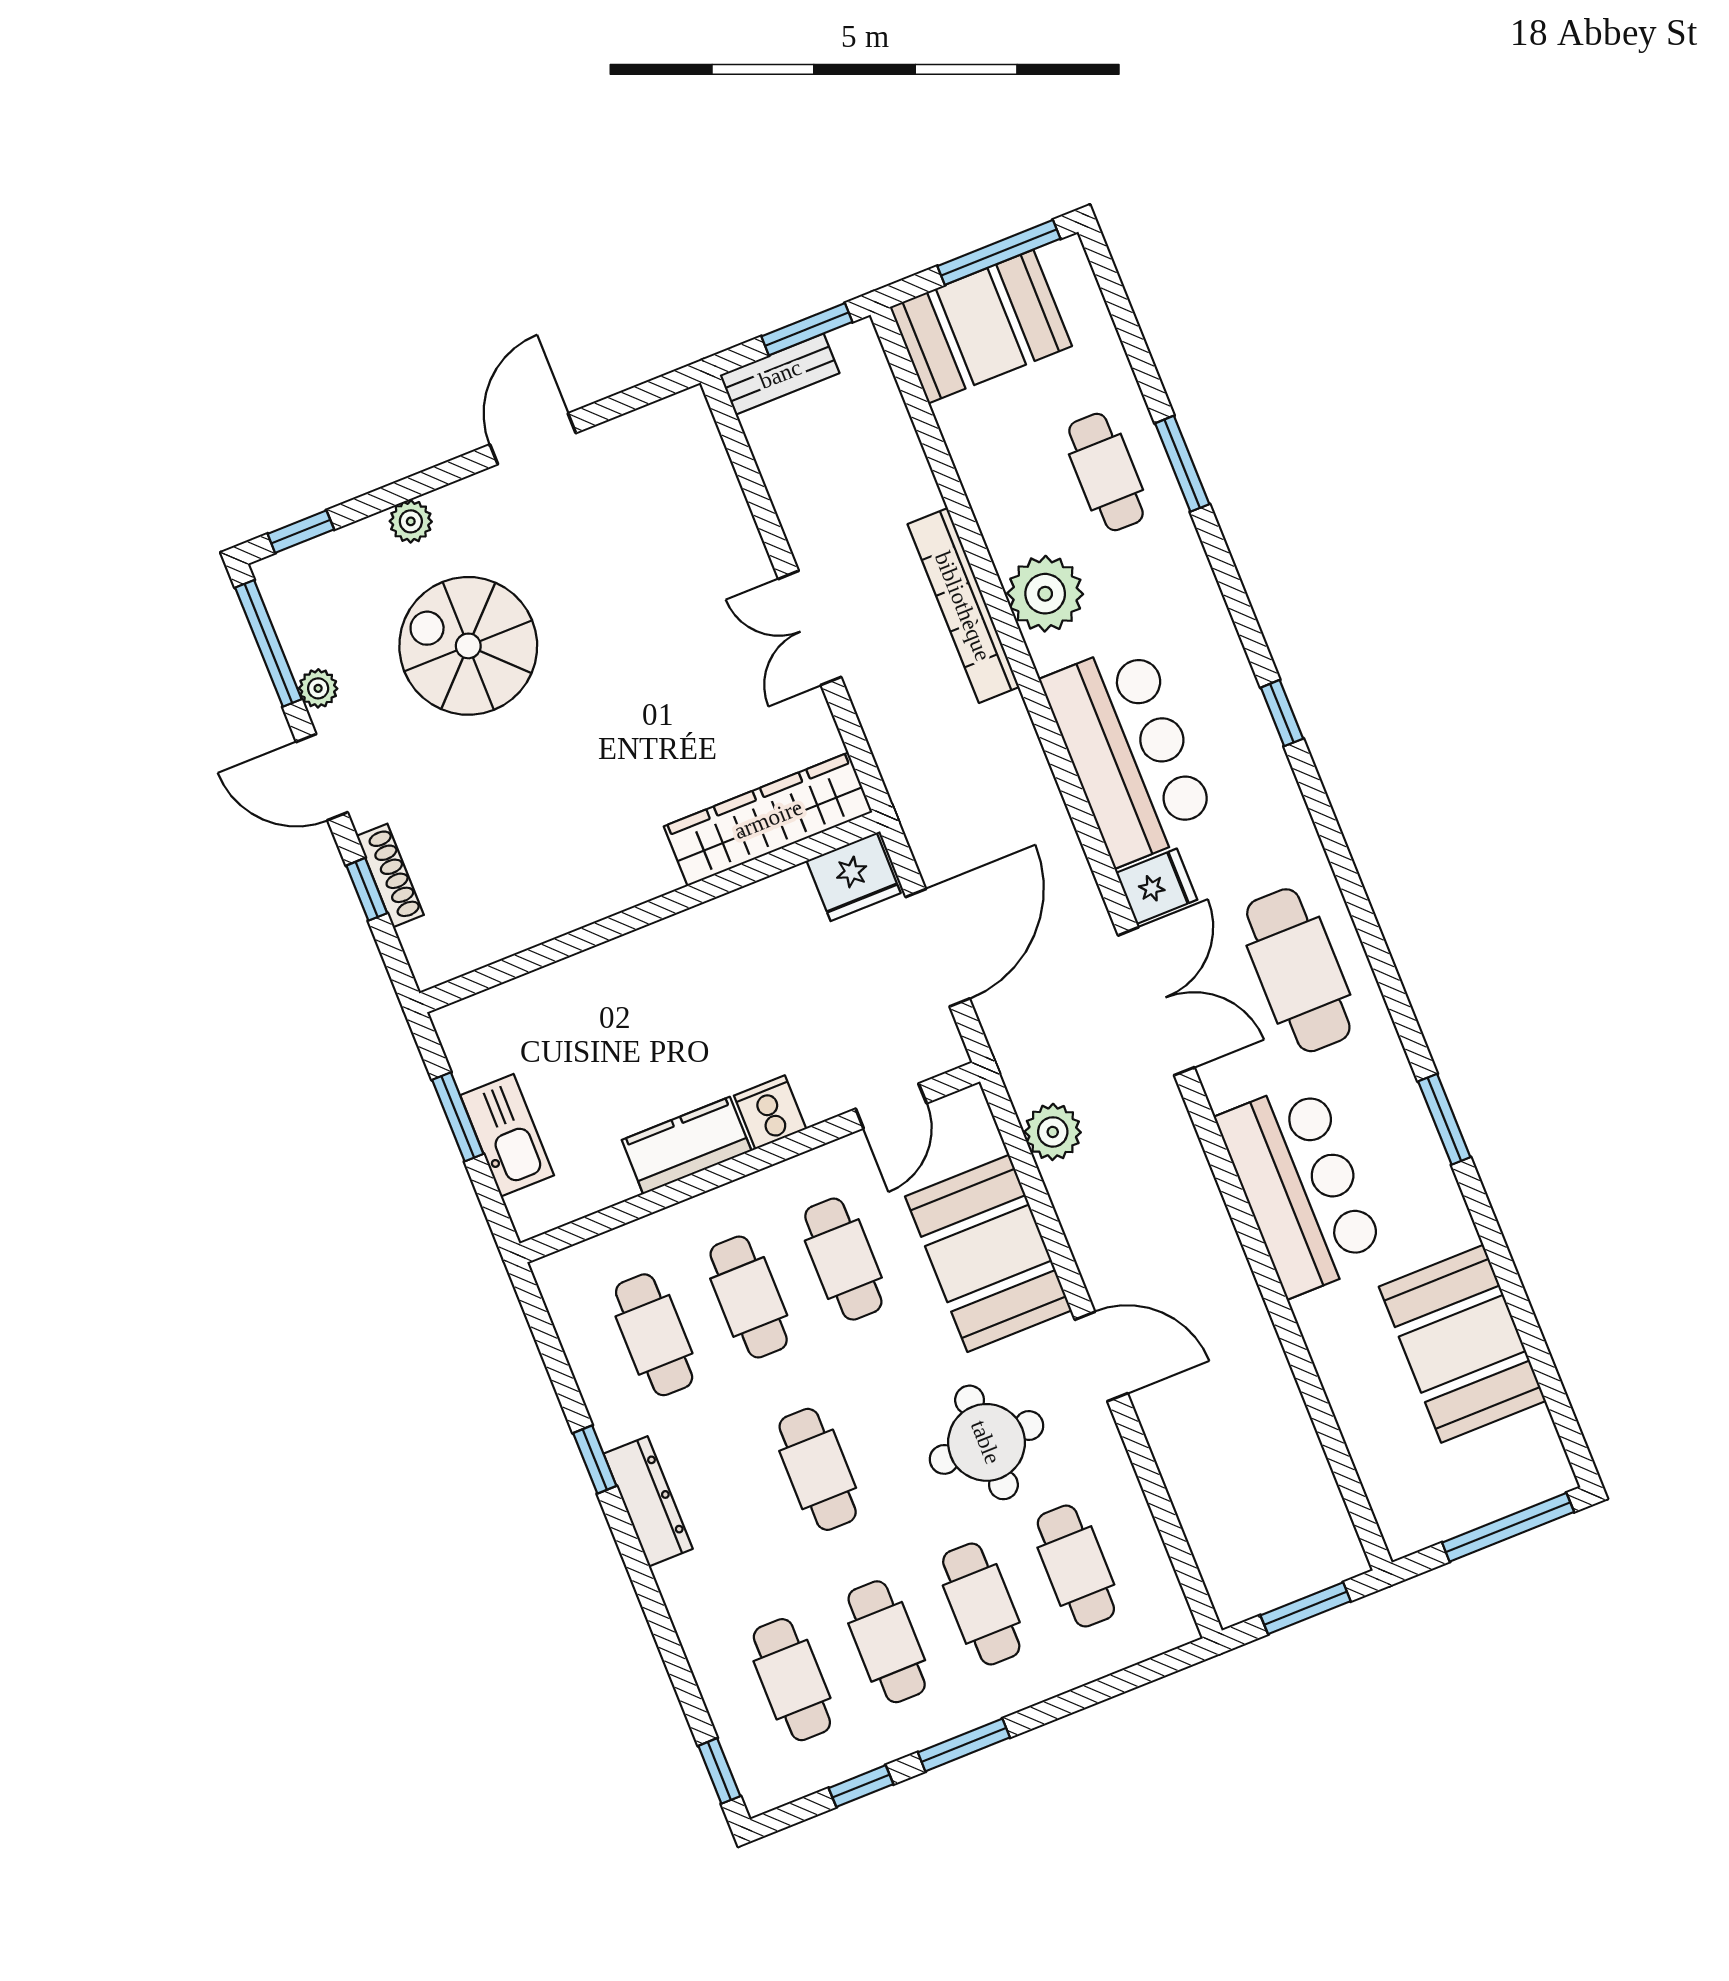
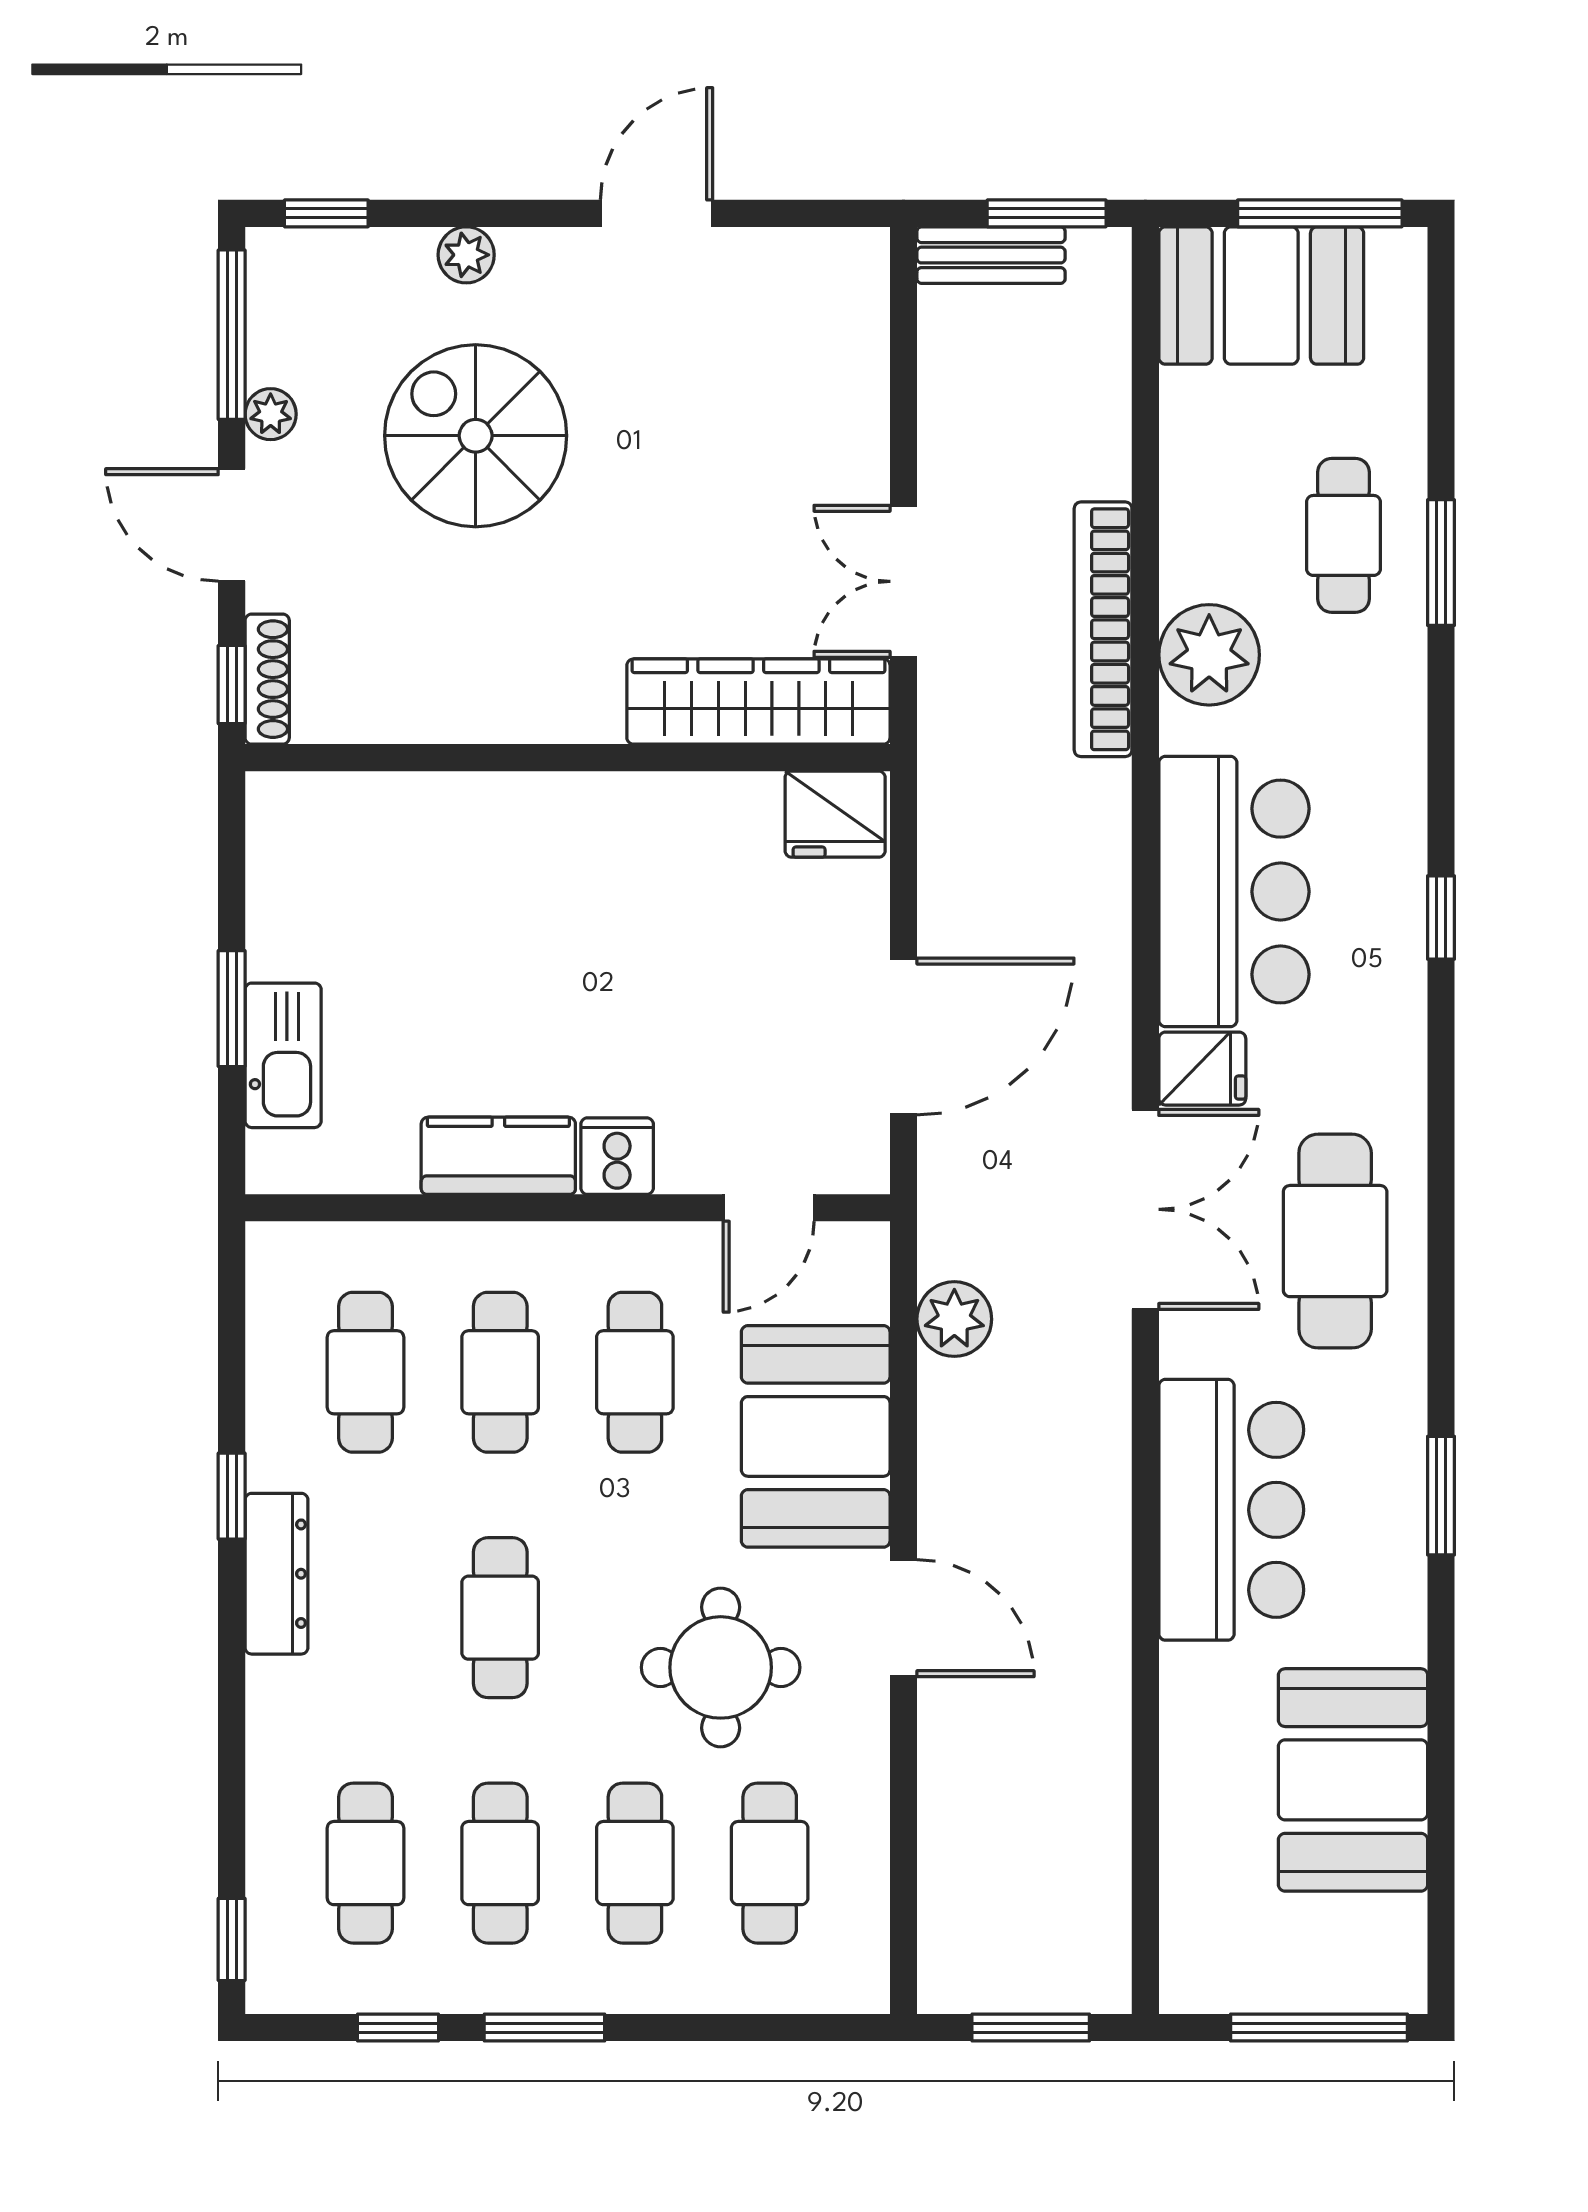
wardrobe: (768, 819) -> (758, 702), moved
fridge: (854, 877) -> (835, 814), moved
wall: (650, 912) -> (568, 758), moved

